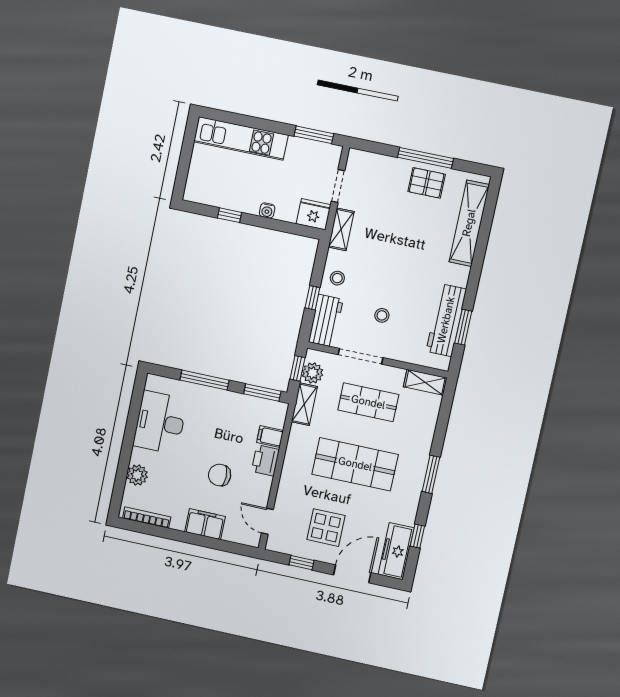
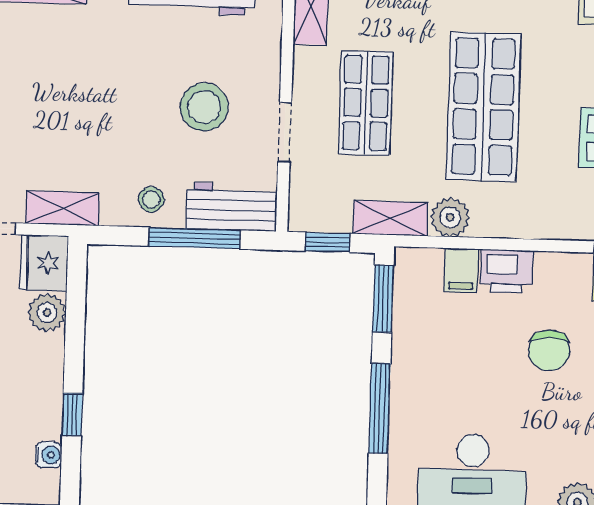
water cooler: (267, 211) -> (49, 455), moved
plant: (287, 211) -> (47, 313), added
window: (312, 298) -> (194, 238), width x2.17
stool: (382, 315) -> (204, 107), width x1.89, depth x1.89
doorway: (360, 356) -> (285, 132), width x0.73
plant: (313, 373) -> (450, 217), moved

